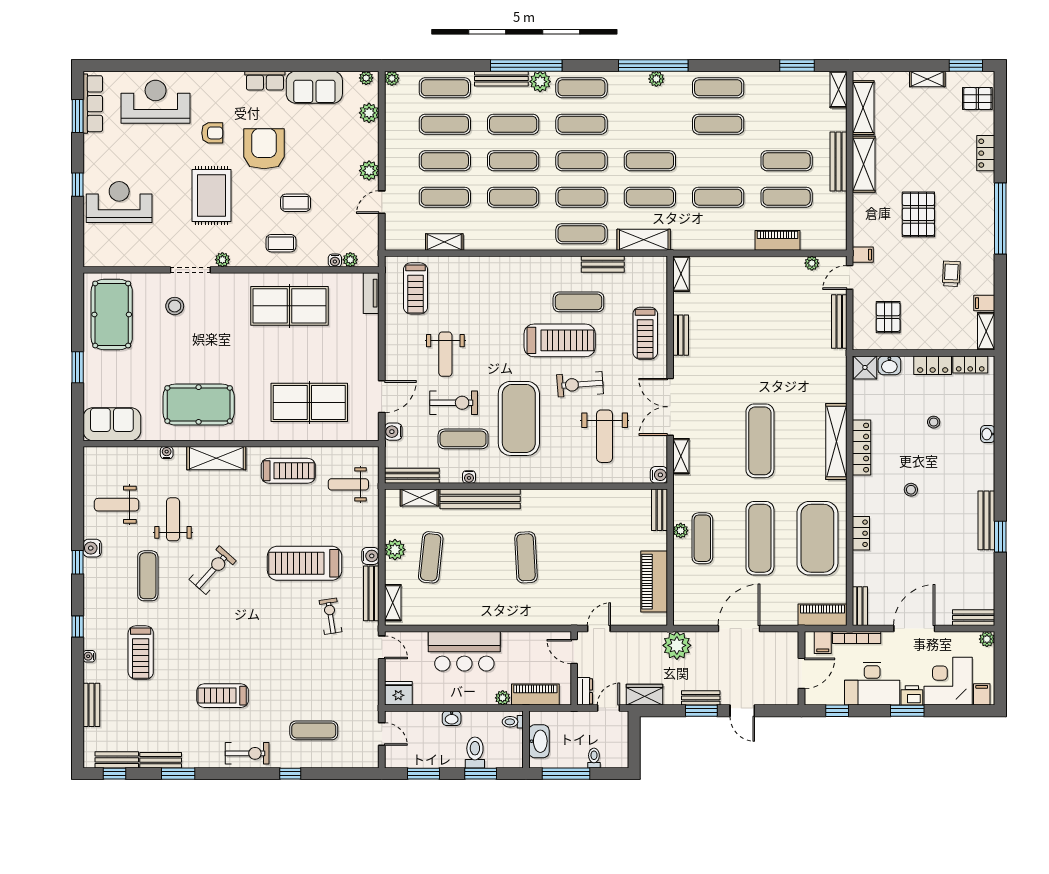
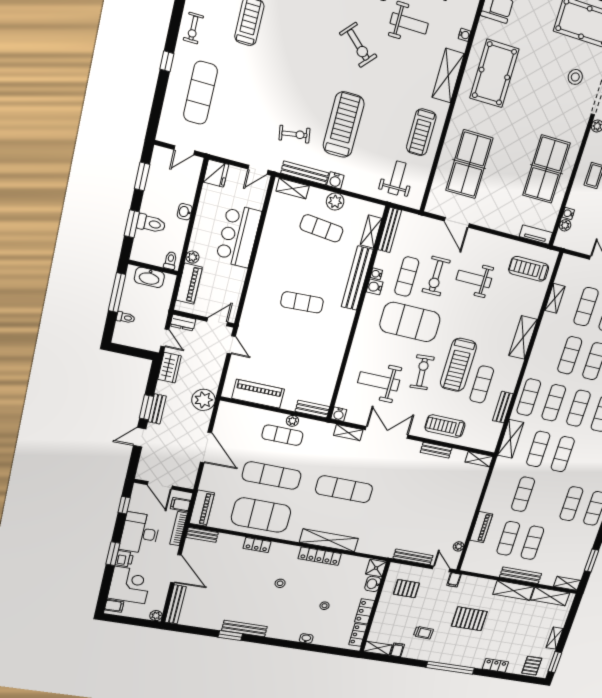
shelving: (504, 267) -> (523, 337), added
water cooler: (393, 432) -> (375, 287), moved, turned -90
bench: (974, 618) -> (176, 604), width x1.36
exercise mat: (314, 730) -> (200, 93), width x1.36, depth x1.45
exercise bike: (247, 753) -> (193, 28), width x0.73, depth x0.72

